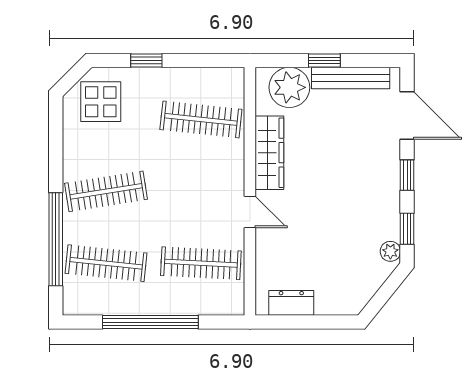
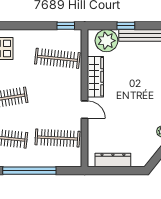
window: (146, 61) -> (66, 26), moved
dresser: (291, 303) -> (113, 160), width x1.44

